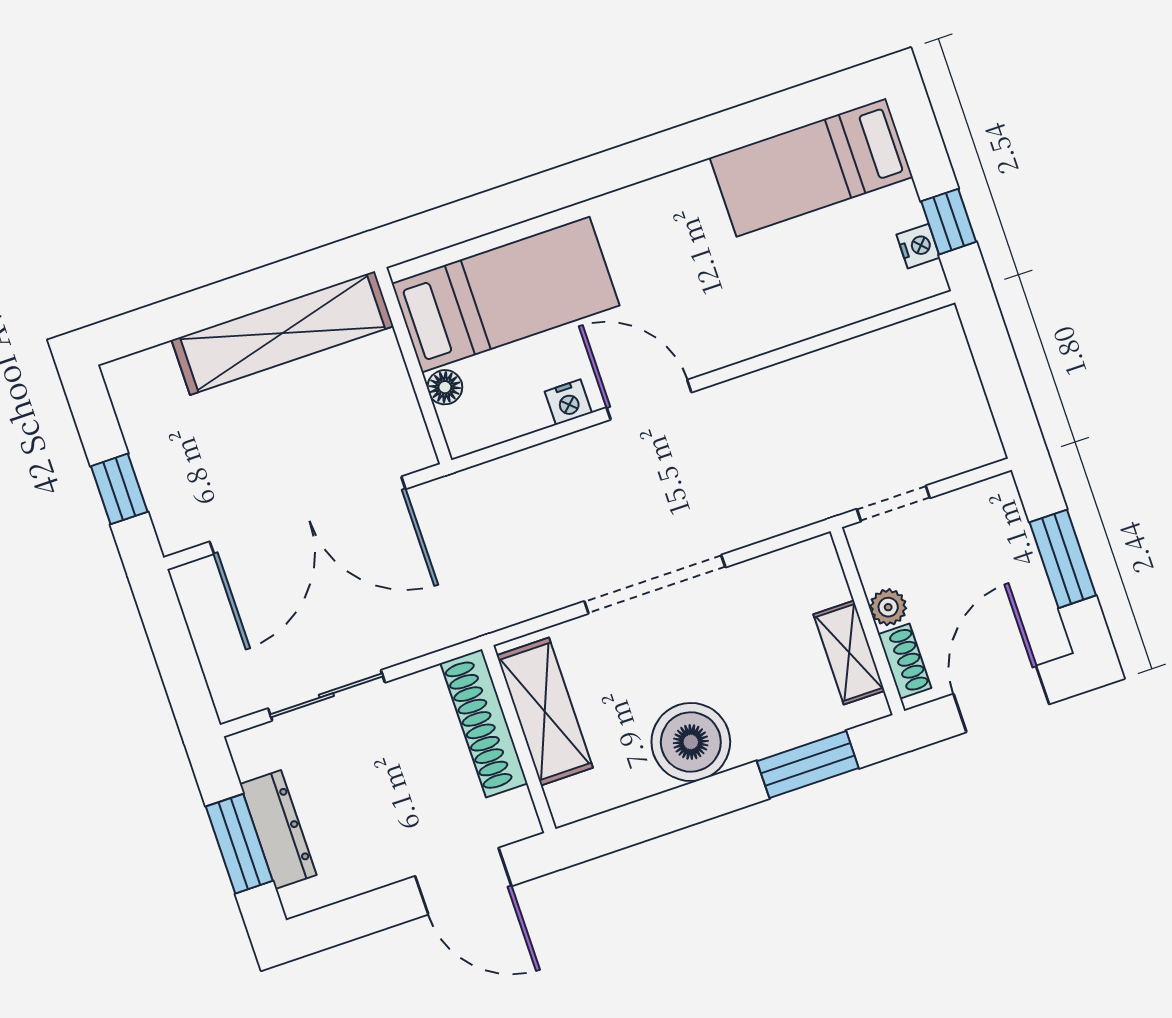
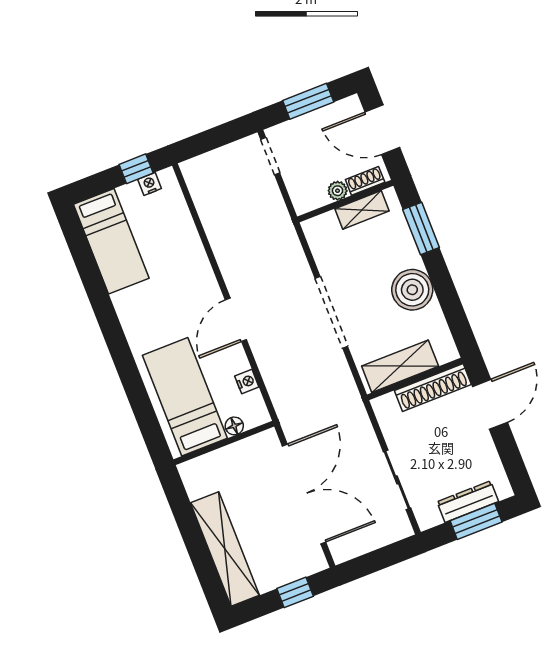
shelving: (282, 333) -> (225, 549), moved
nightstand: (568, 402) -> (247, 382), moved
doorway: (893, 504) -> (270, 156), moved
shoe rack: (484, 723) -> (433, 388), moved

